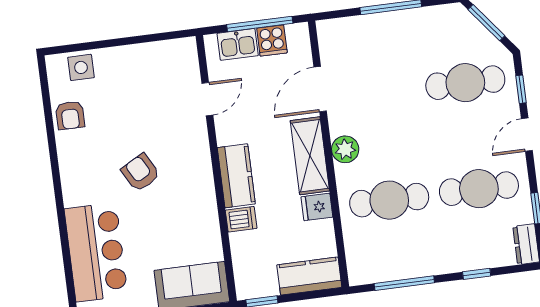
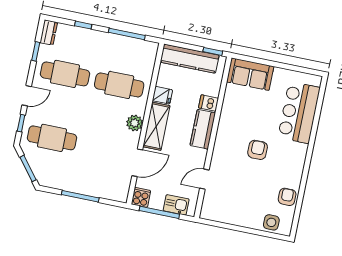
cooker: (272, 41) -> (141, 197), moved
armchair: (141, 172) -> (258, 150), turned -151
kitchen counter: (309, 276) -> (190, 59), width x1.50

